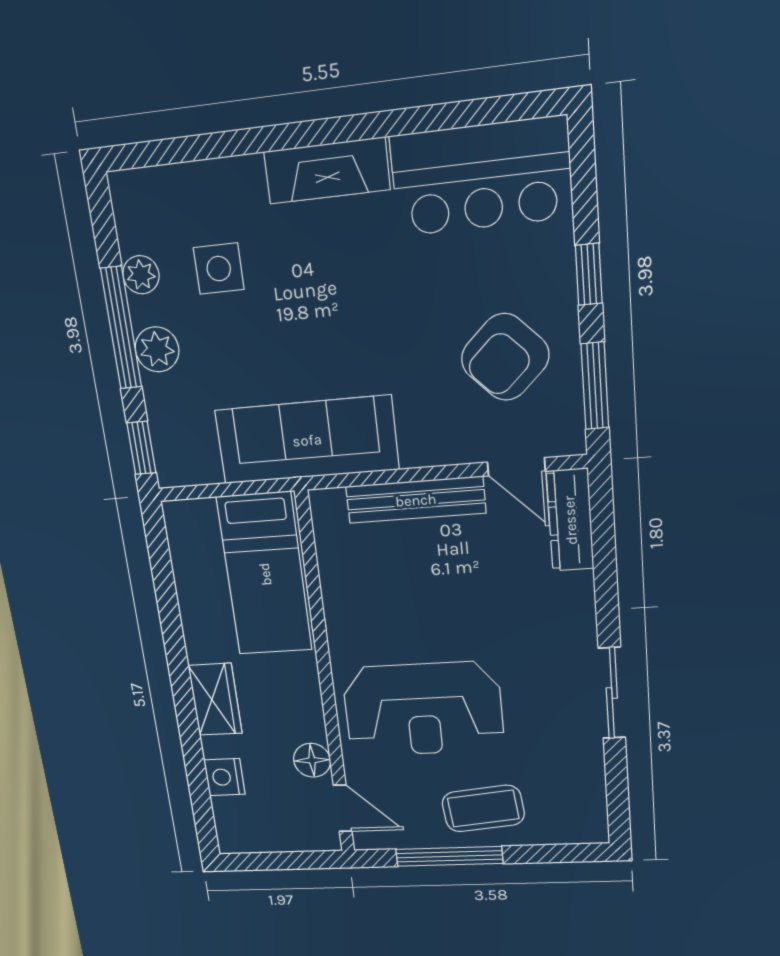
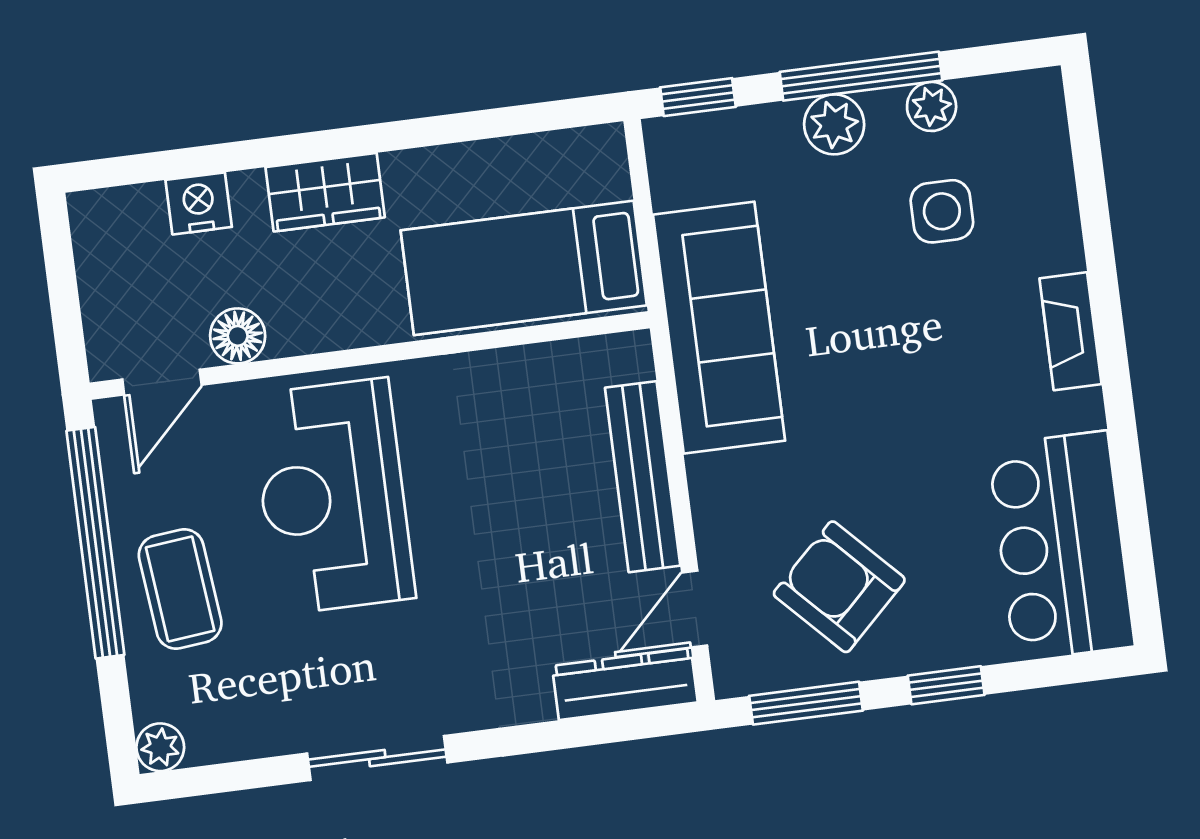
fireplace: (327, 171) -> (1070, 331), width x0.73, depth x0.76
plant: (592, 829) -> (160, 747), added
window: (449, 856) -> (95, 543), width x1.46

